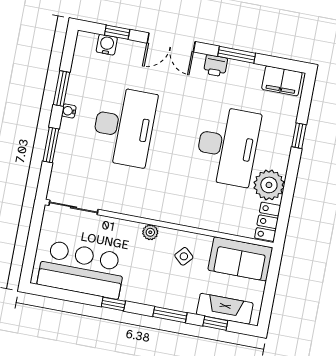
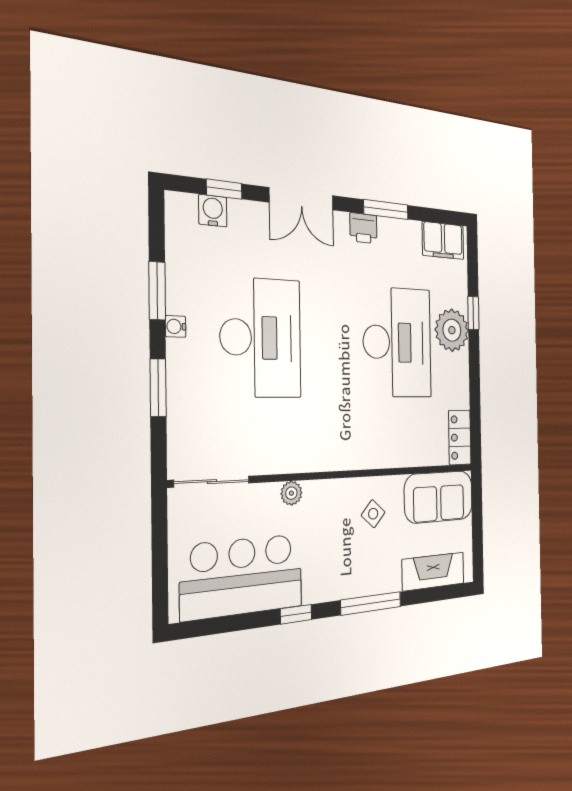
plant: (269, 185) -> (452, 330), moved
plant: (150, 232) -> (291, 493), moved
window: (170, 315) -> (371, 603), width x1.44
window: (215, 323) -> (426, 595), removed

